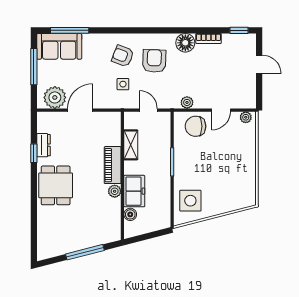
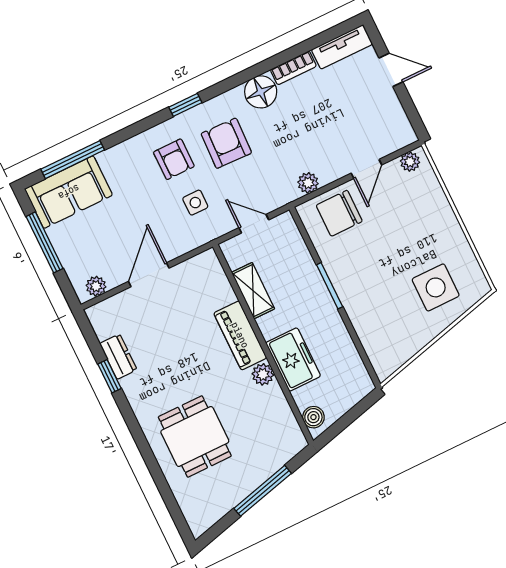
window: (239, 30) -> (185, 105), moved
tv unit: (239, 40) -> (342, 47), added
armchair: (123, 56) -> (174, 159), turned -111
plant: (55, 97) -> (96, 286), width x0.53, depth x0.53
dining table: (56, 185) -> (195, 436), moved
side table: (190, 201) -> (436, 287), moved
boiler: (130, 214) -> (313, 417), moved

